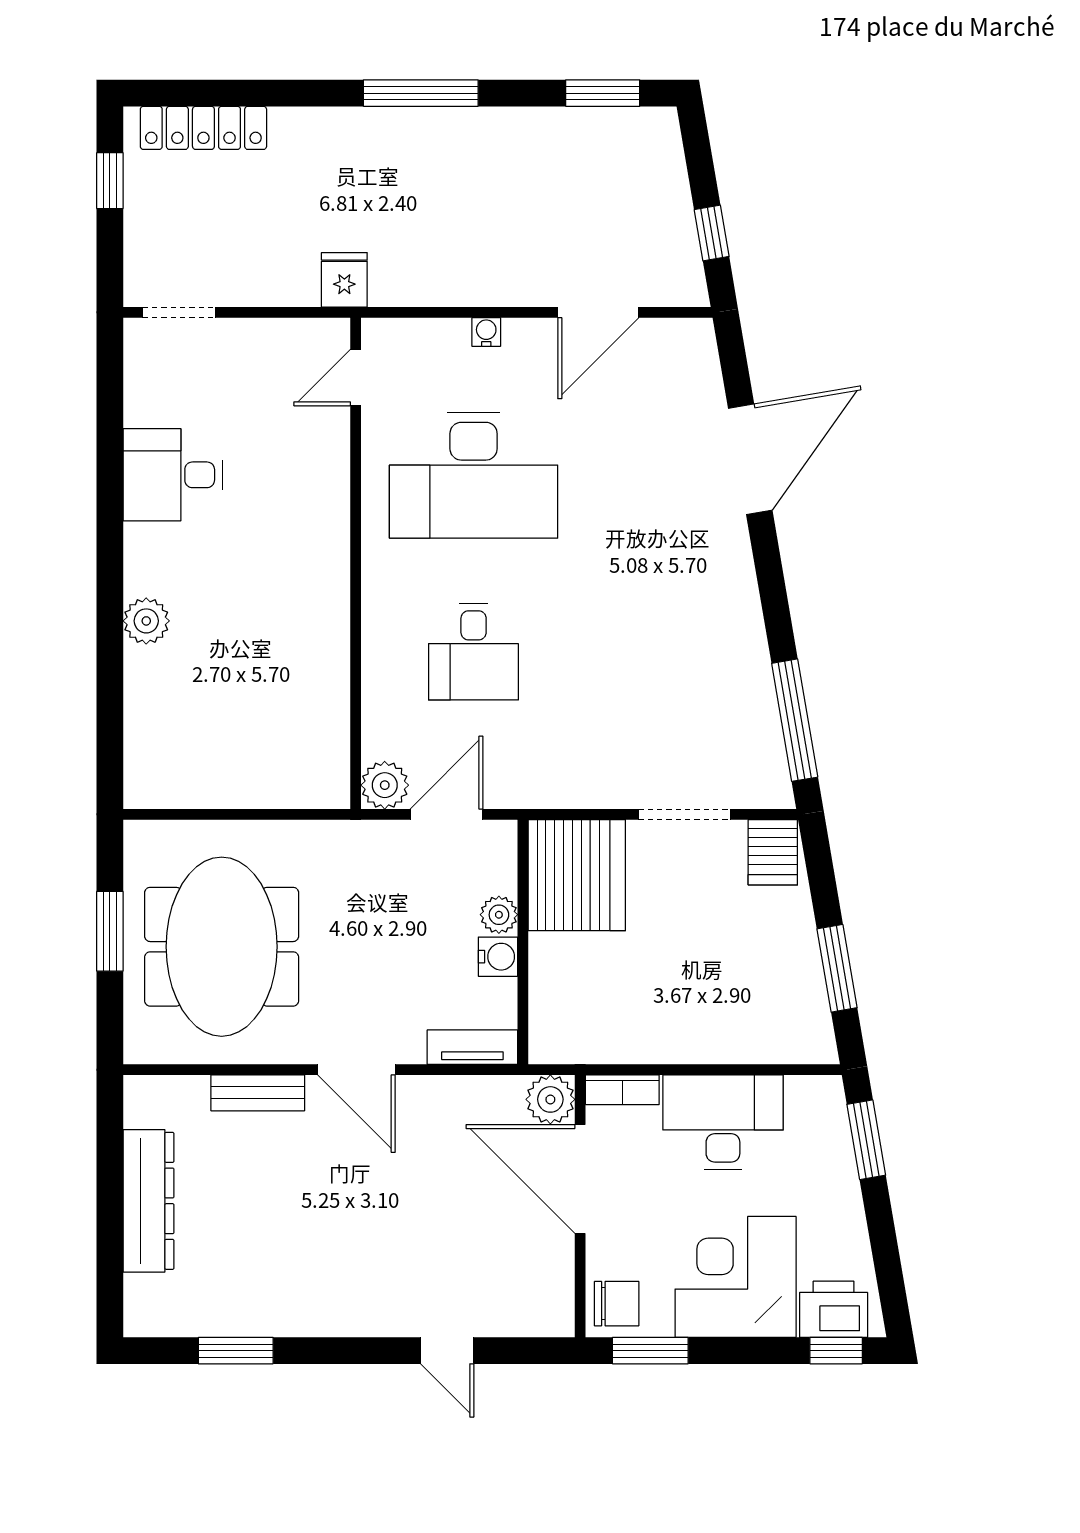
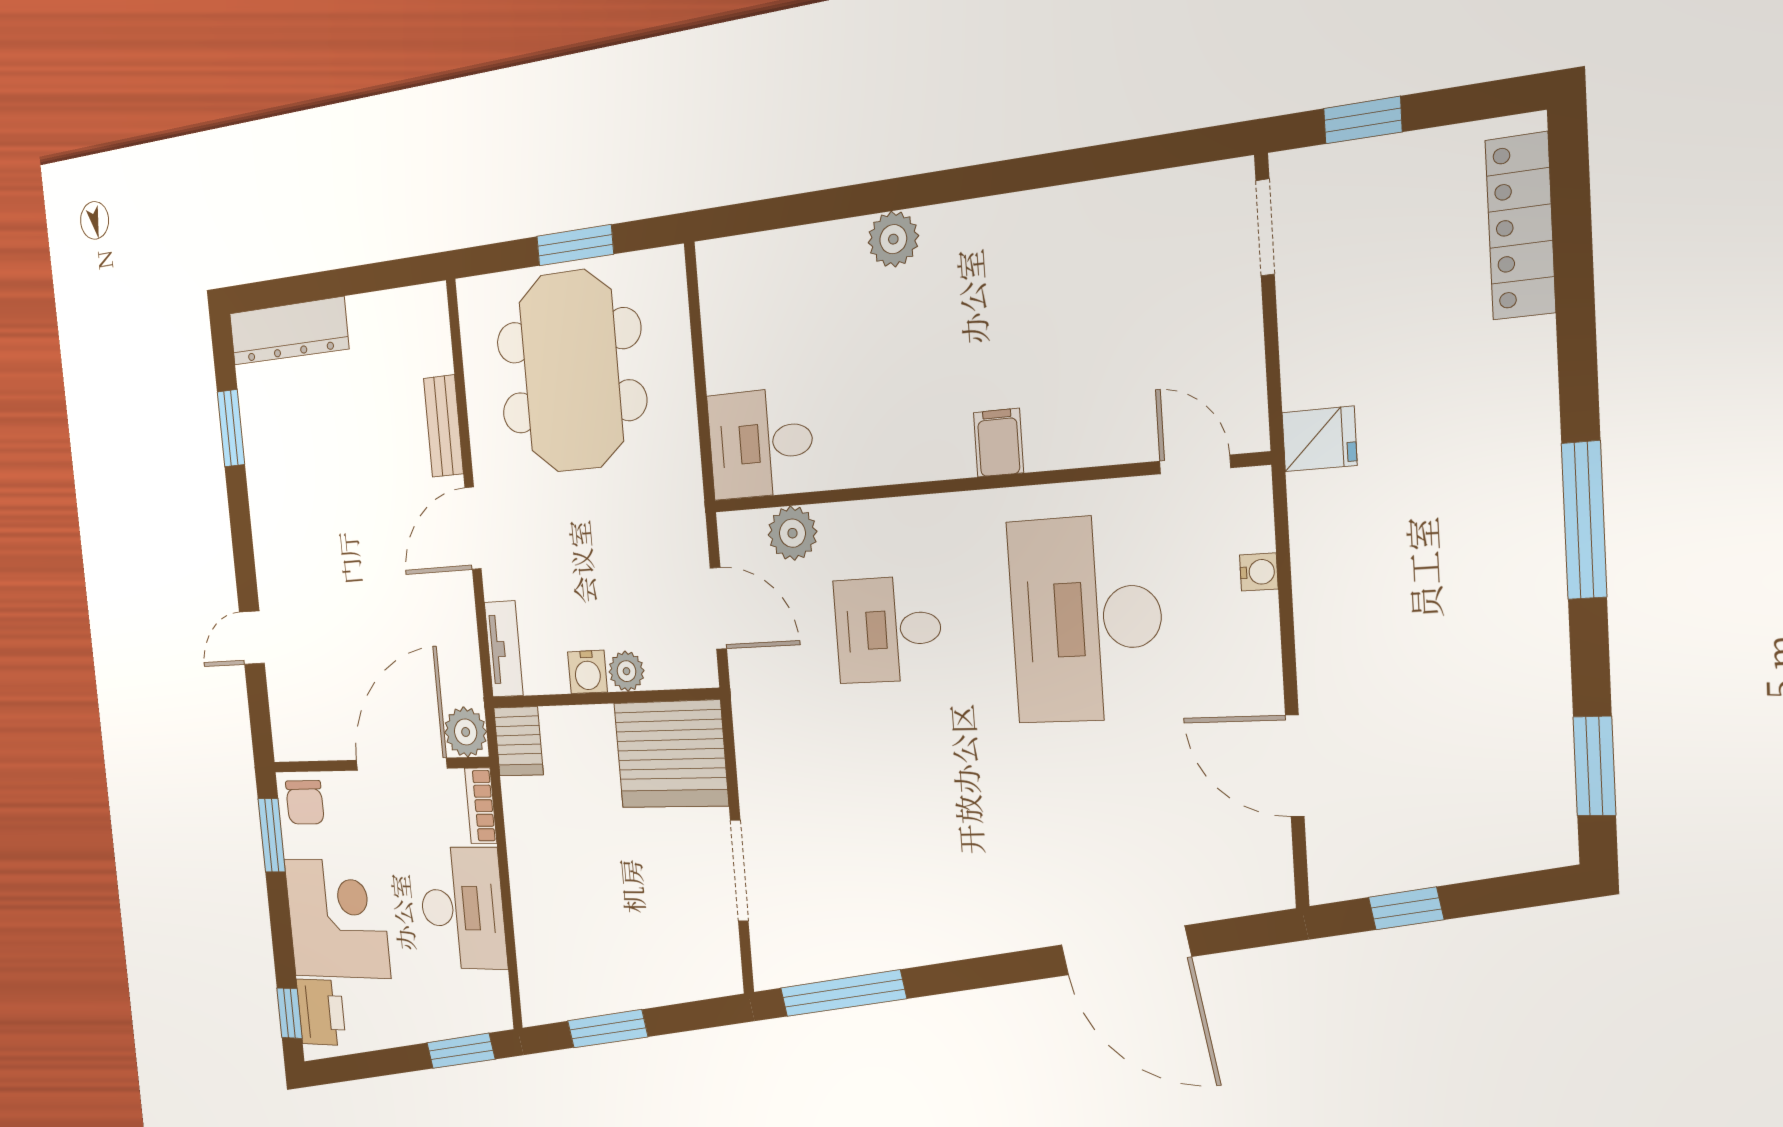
window: (110, 181) -> (1363, 120), moved
water cooler: (486, 332) -> (1259, 572), moved
desk: (173, 475) -> (761, 443), moved, turned -90
filing cabinet: (324, 540) -> (999, 443), added
plant: (385, 785) -> (792, 533), moved
server rack: (773, 852) -> (518, 741), moved, turned -90
meeting table: (222, 947) -> (571, 371), turned 90
dresser: (149, 1201) -> (289, 331), moved

